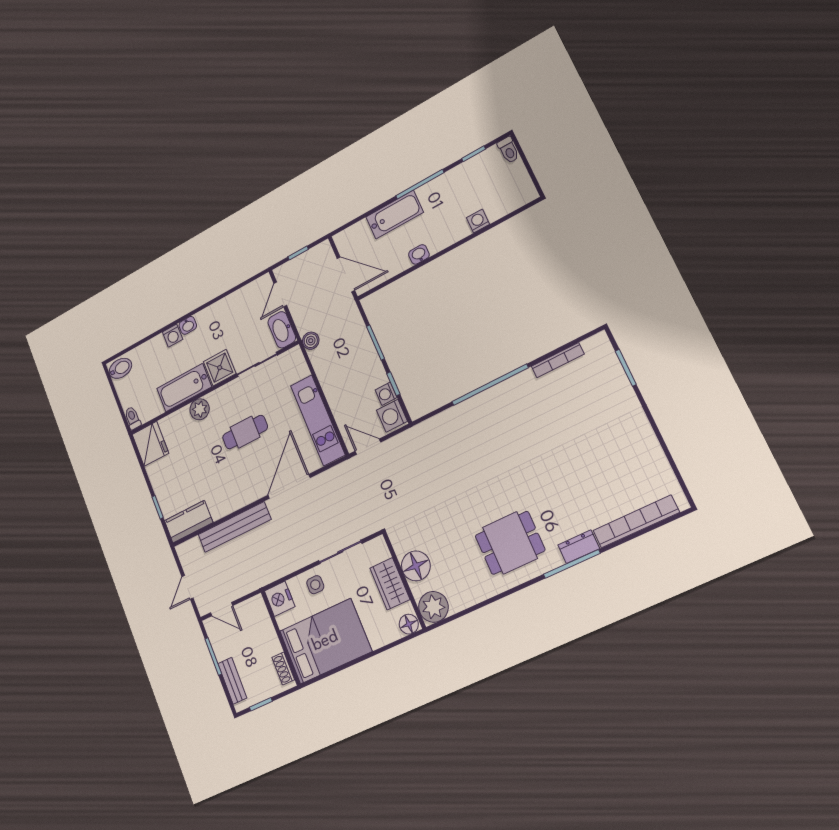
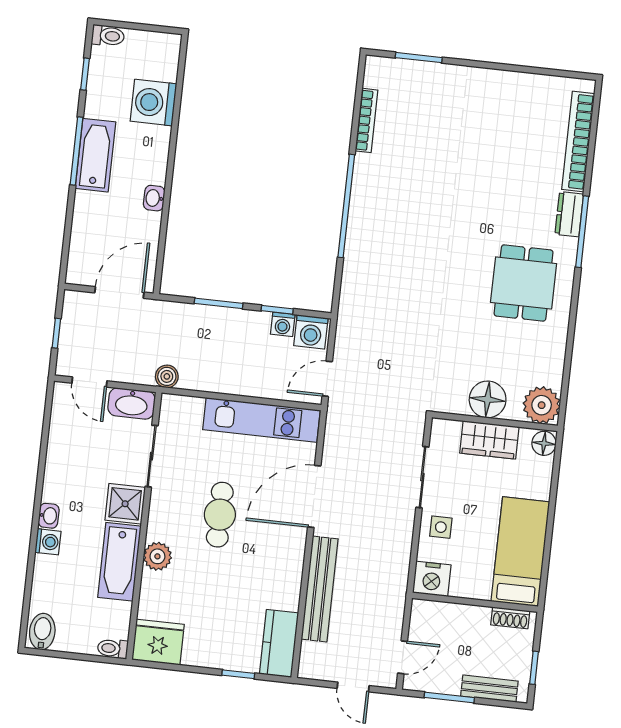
bathtub: (395, 215) -> (95, 155), moved
washing machine: (478, 221) -> (153, 103), width x1.89, depth x1.89
door: (289, 486) -> (314, 496), hinge flipped
bed: (325, 641) -> (520, 552), width x0.67

